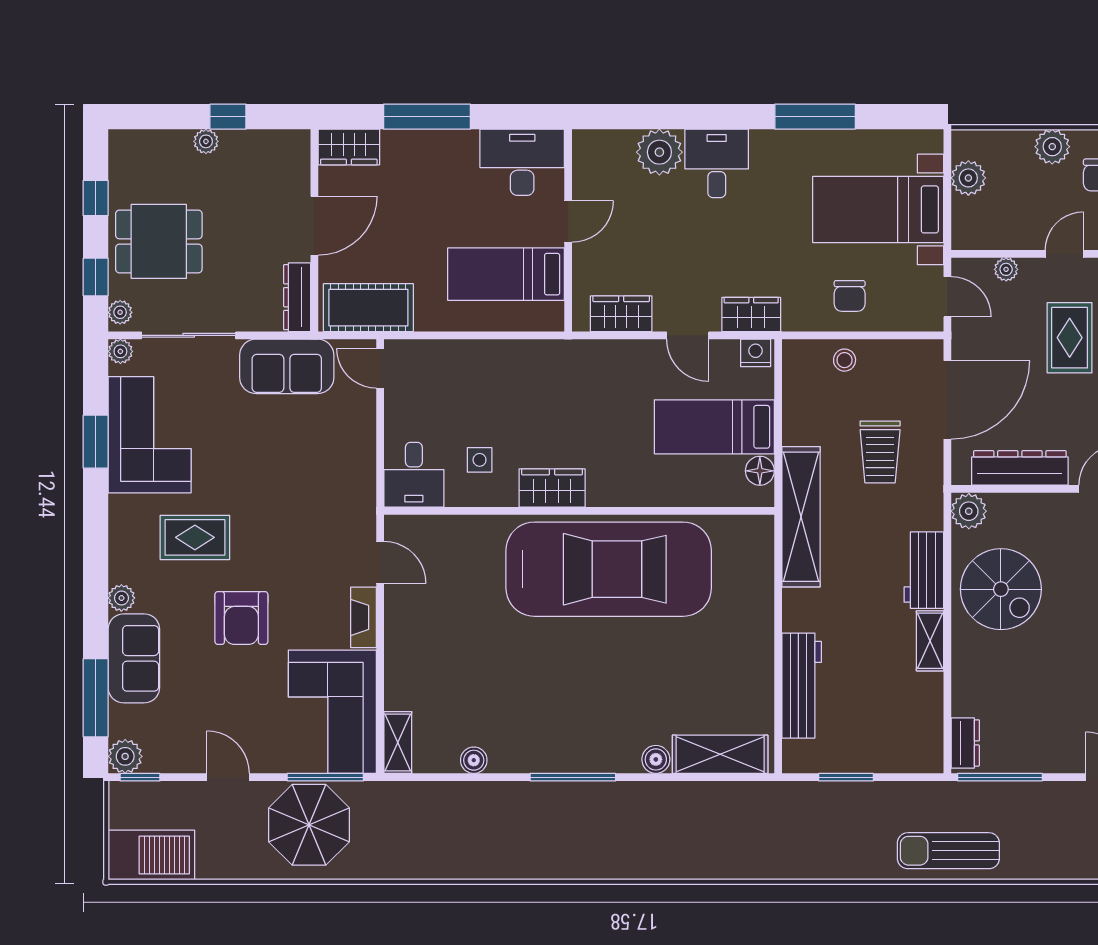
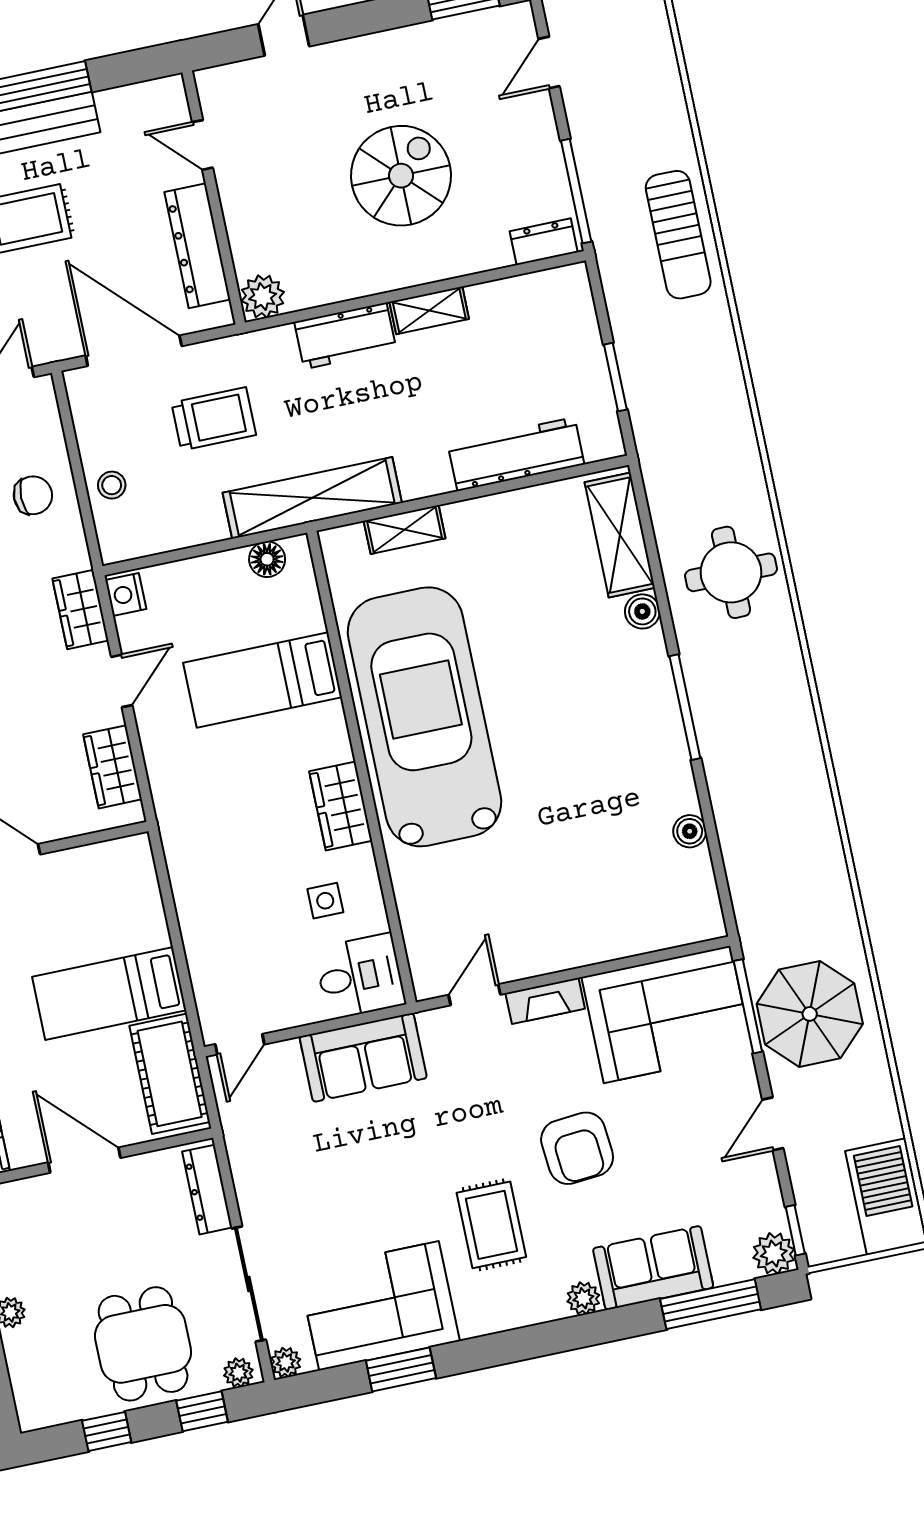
bed: (506, 274) -> (109, 994), moved, turned 90
dresser: (297, 297) -> (207, 1190), moved, turned 90
sofa: (287, 366) -> (363, 1057), moved, turned 90
bed: (714, 427) -> (263, 680), moved, turned 90
spiral stairs: (1001, 589) -> (401, 176), moved
armchair: (241, 618) -> (577, 1148), turned 85
shelving: (398, 742) -> (405, 530), moved
round table: (672, 836) -> (731, 572), added

